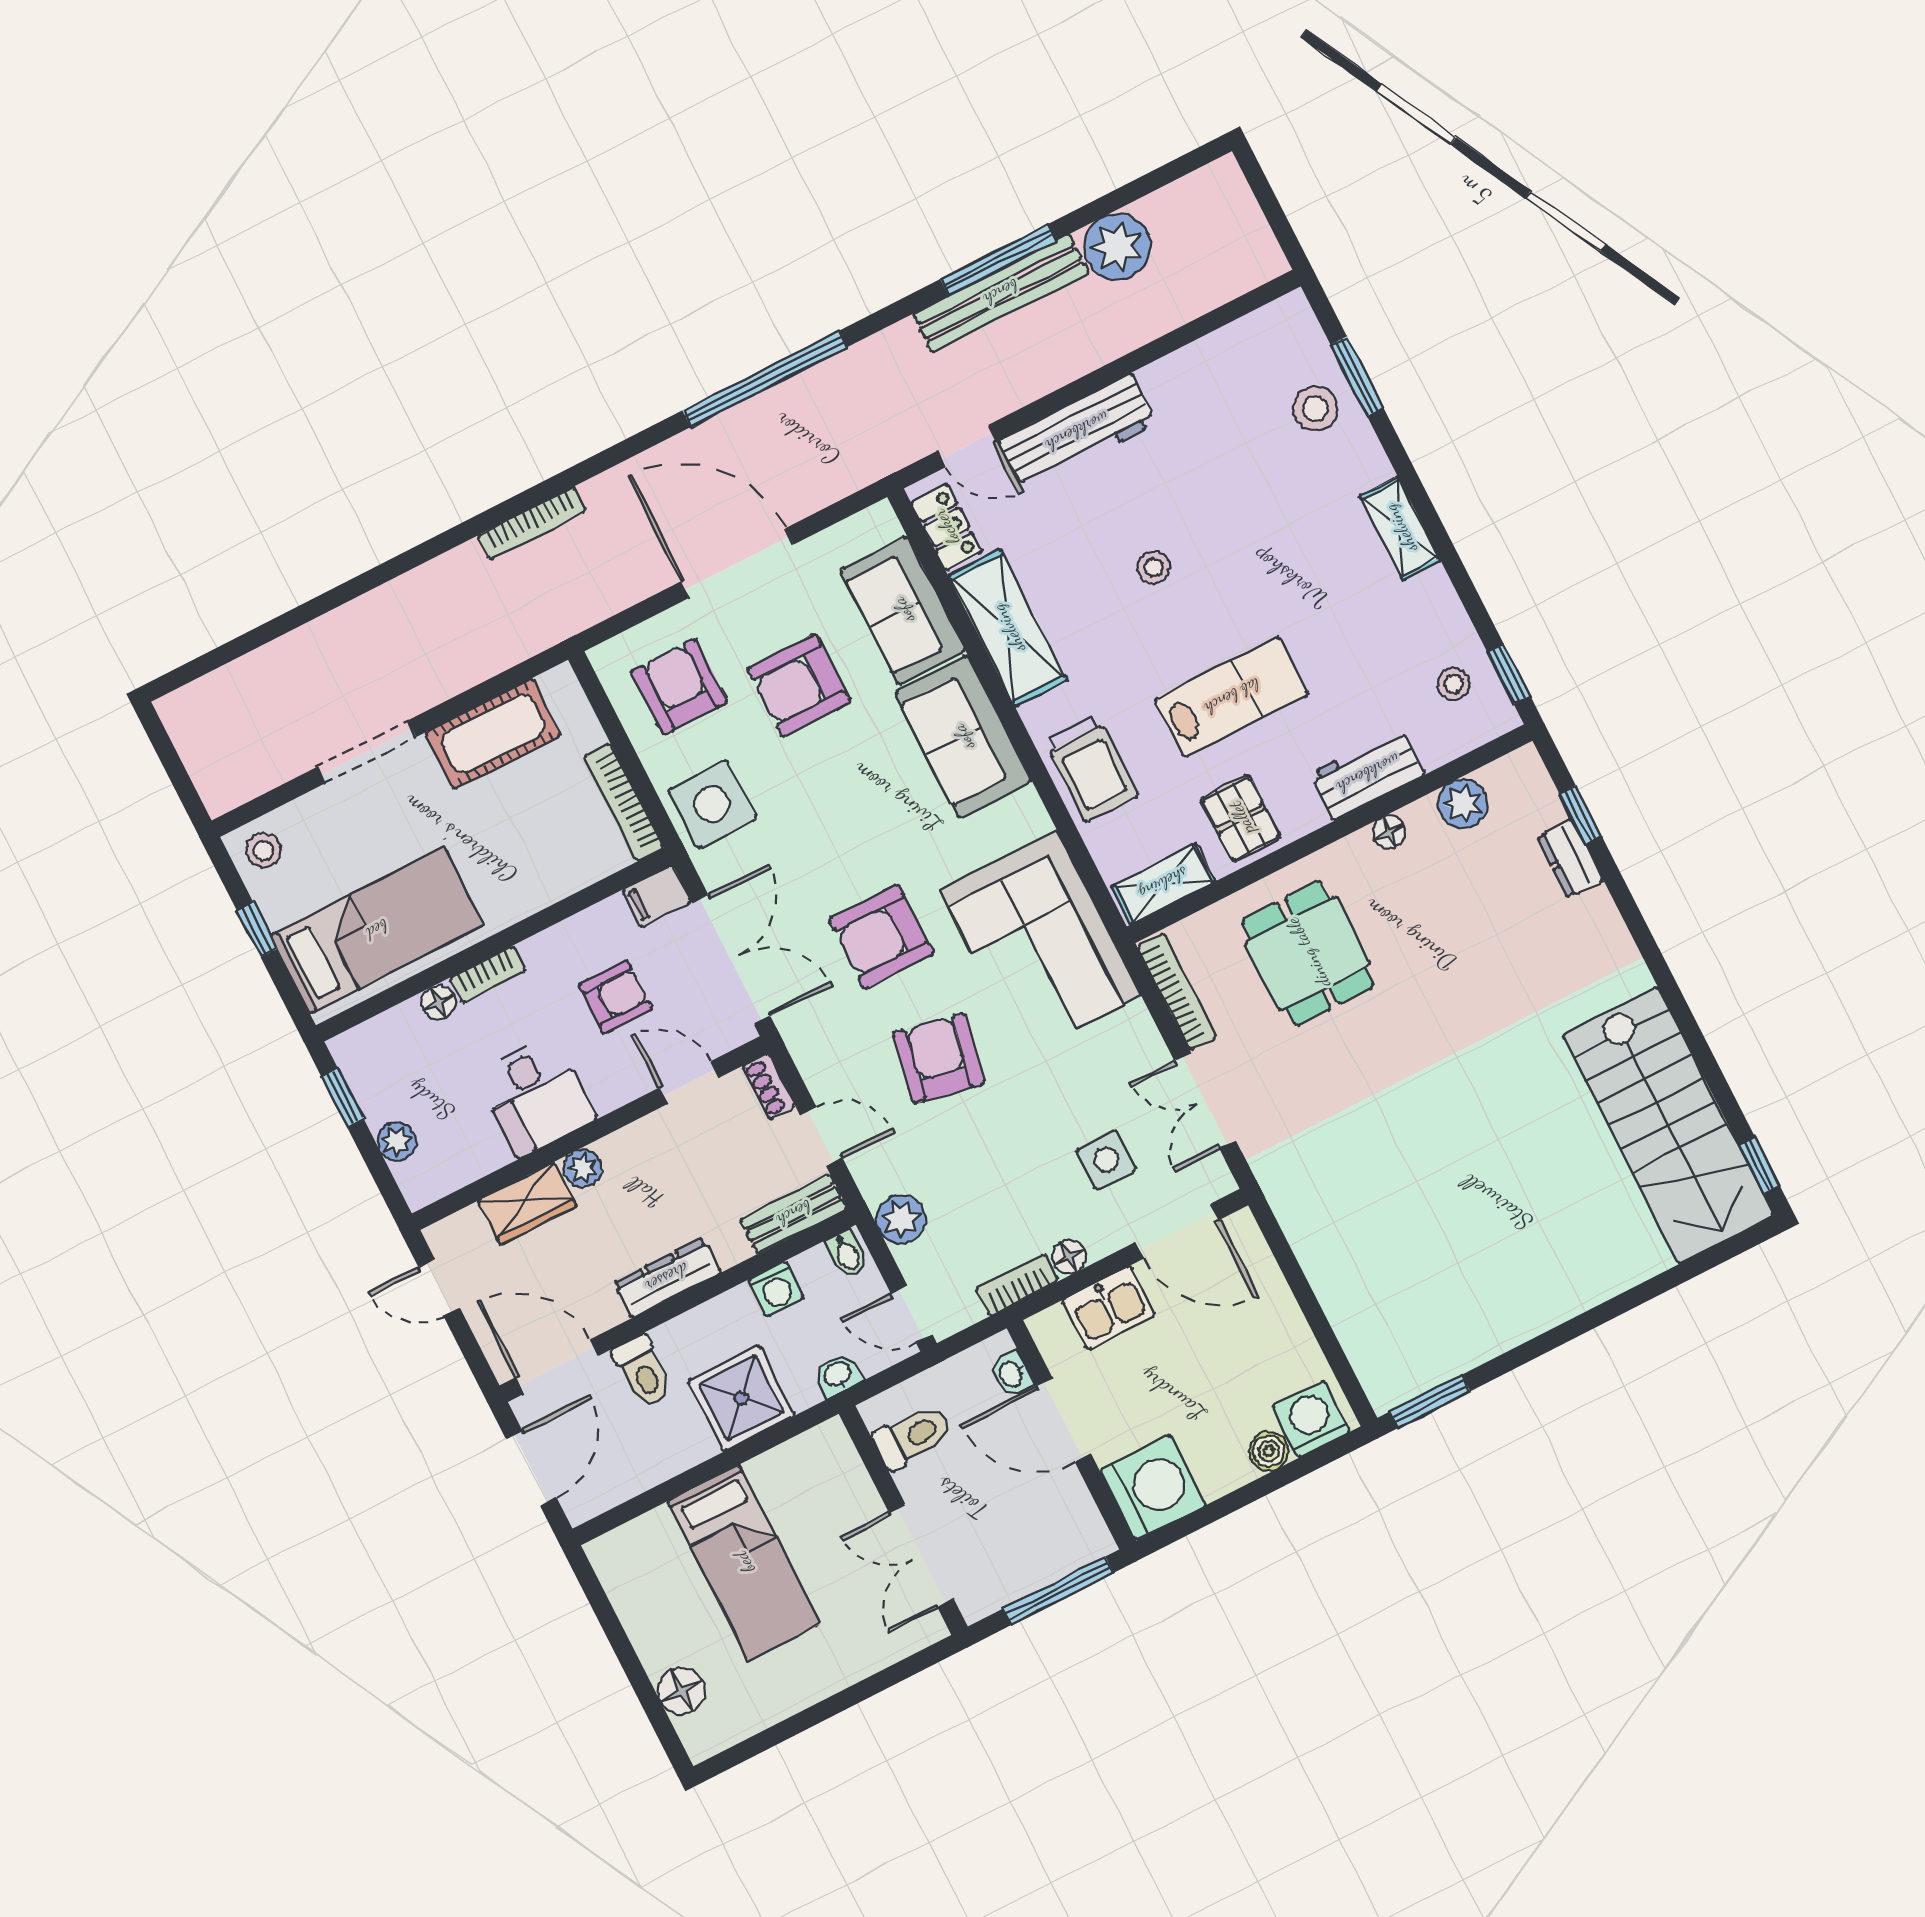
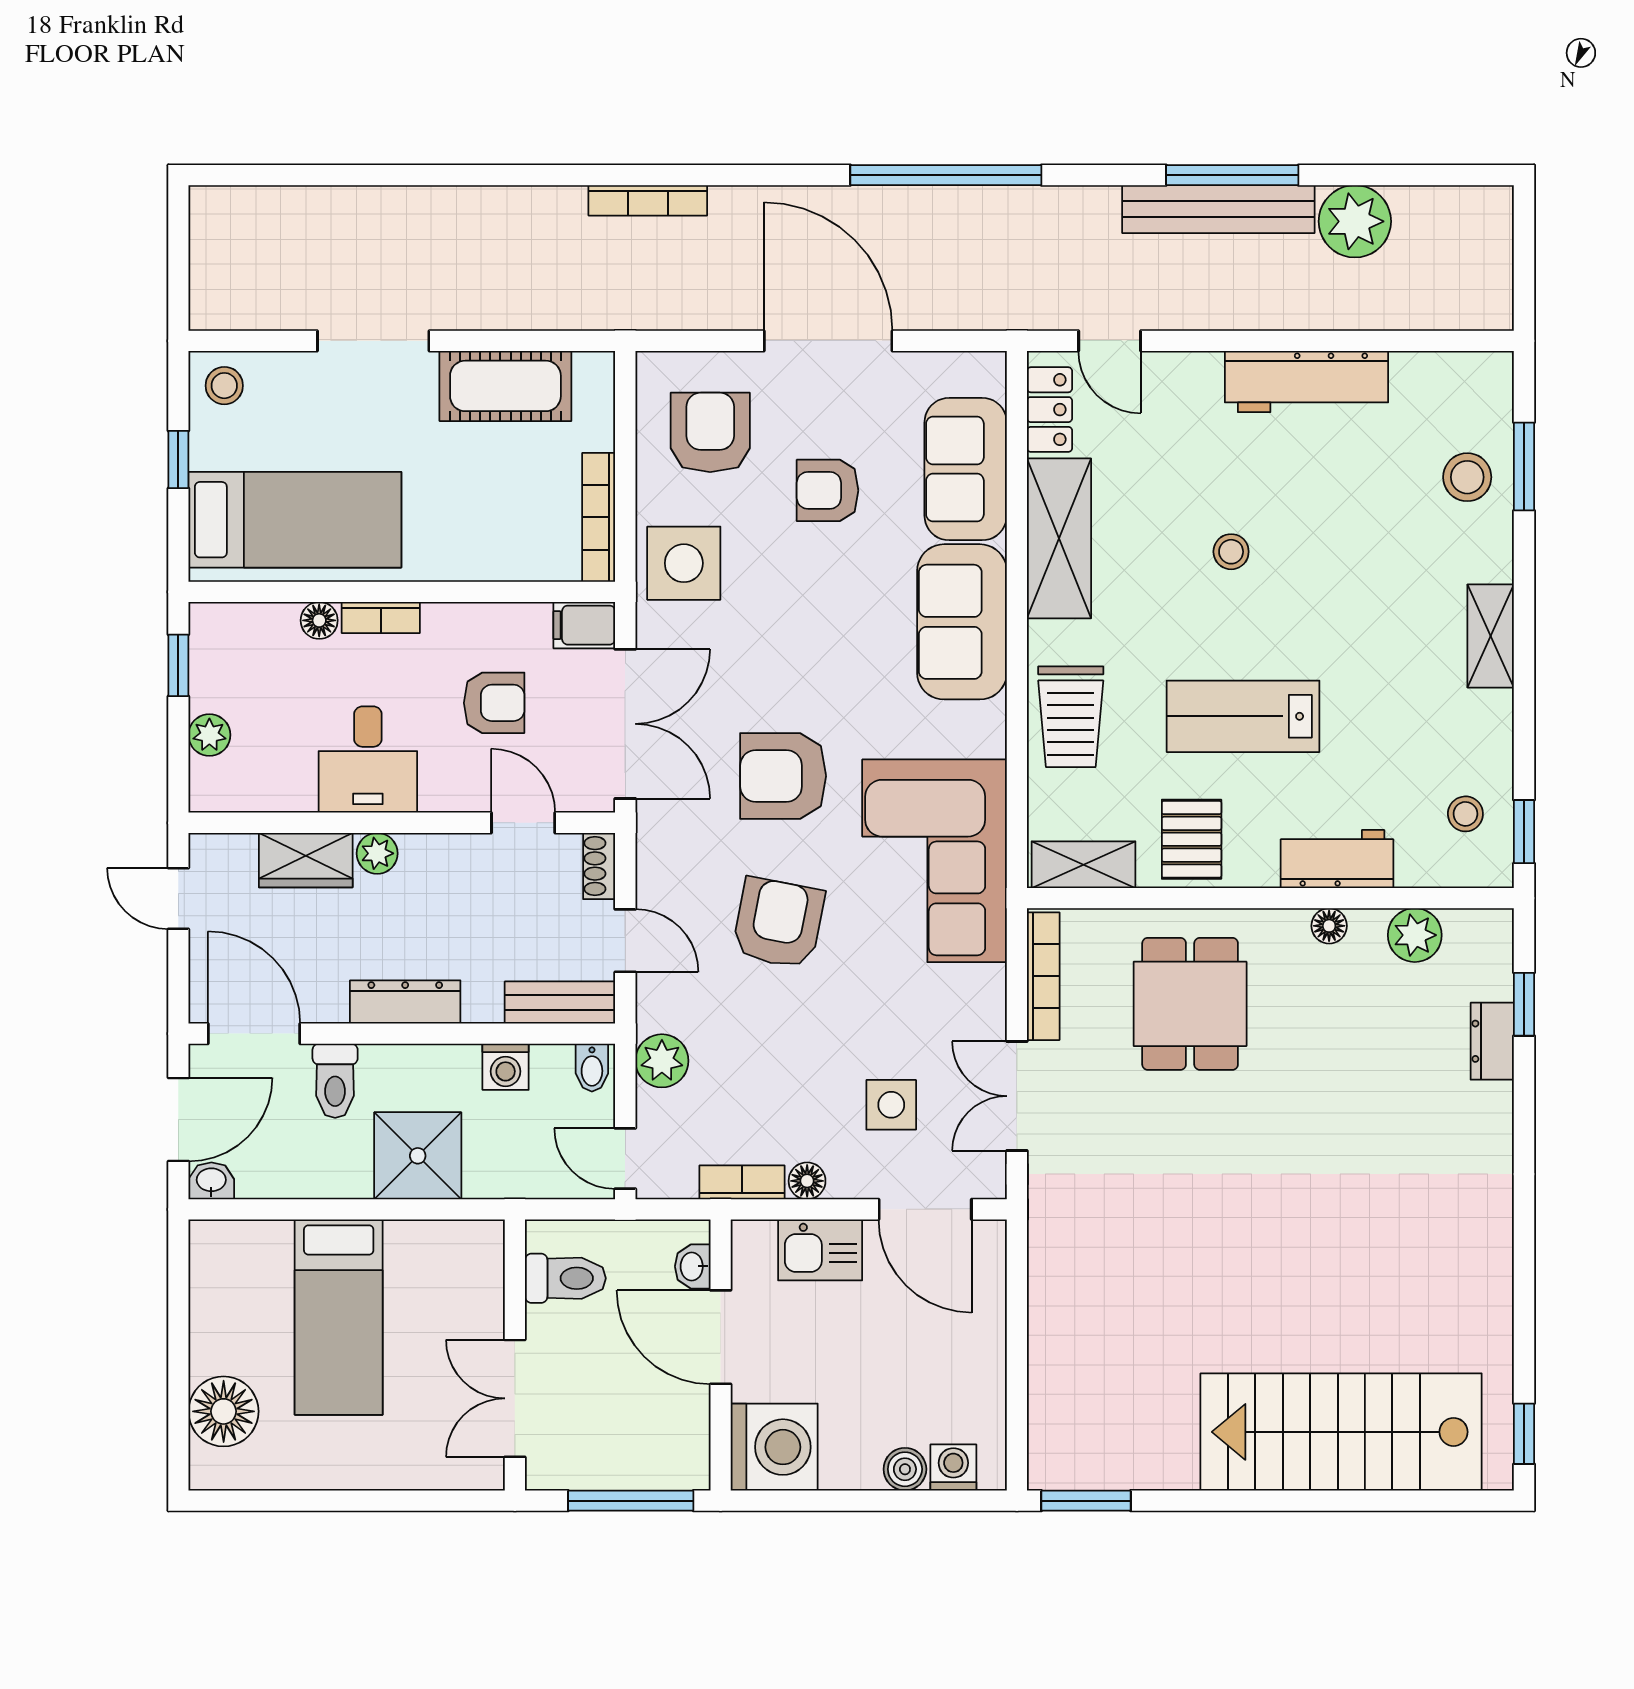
workbench: (1077, 432) -> (1306, 382), moved
armchair: (799, 685) -> (827, 490), width x0.72, depth x0.72
lab bench: (1232, 697) -> (1243, 716), turned 180
stairs: (1668, 1125) -> (1341, 1432), moved, turned 90
washbasin: (838, 1375) -> (211, 1181), moved
washing machine: (1311, 1419) -> (953, 1467), width x0.73, depth x0.73
floor lamp: (681, 1691) -> (224, 1411), width x1.38, depth x1.38

